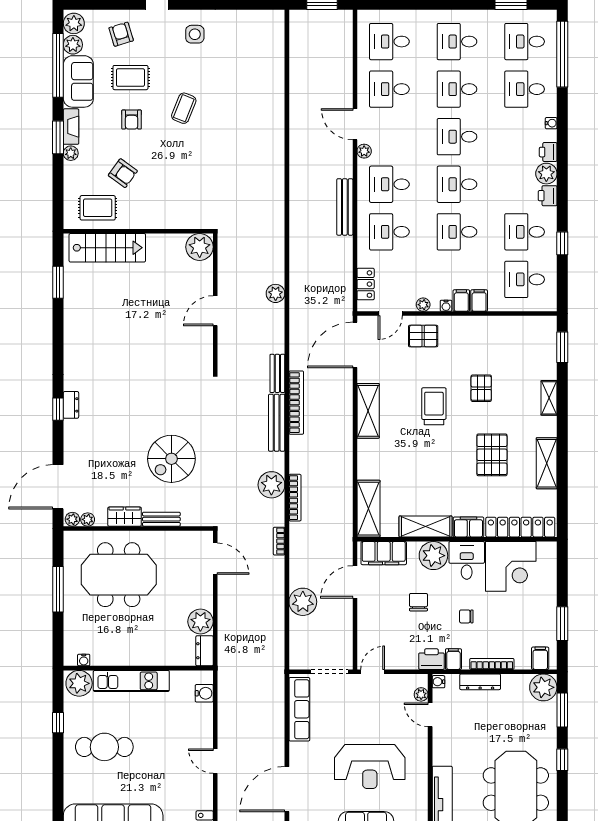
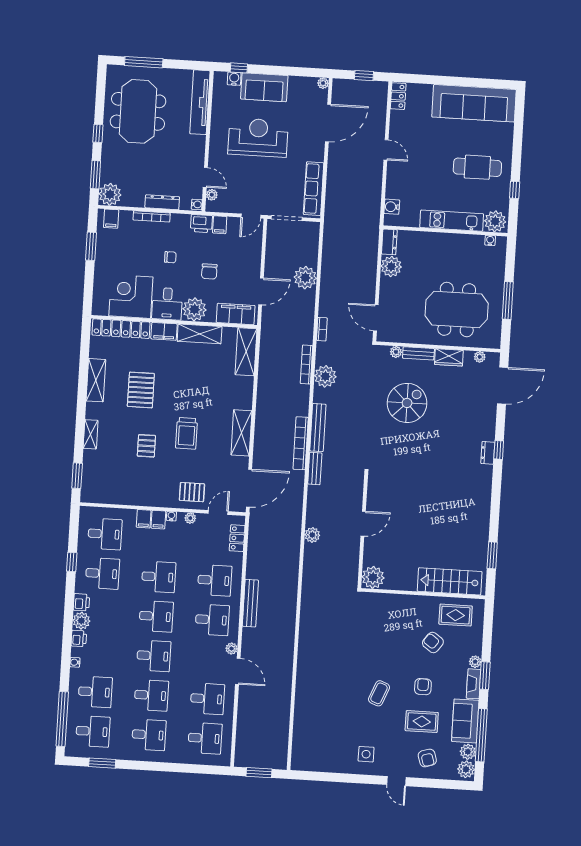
plant: (72, 519) -> (396, 352), moved
filing cabinet: (453, 659) -> (220, 225), moved

